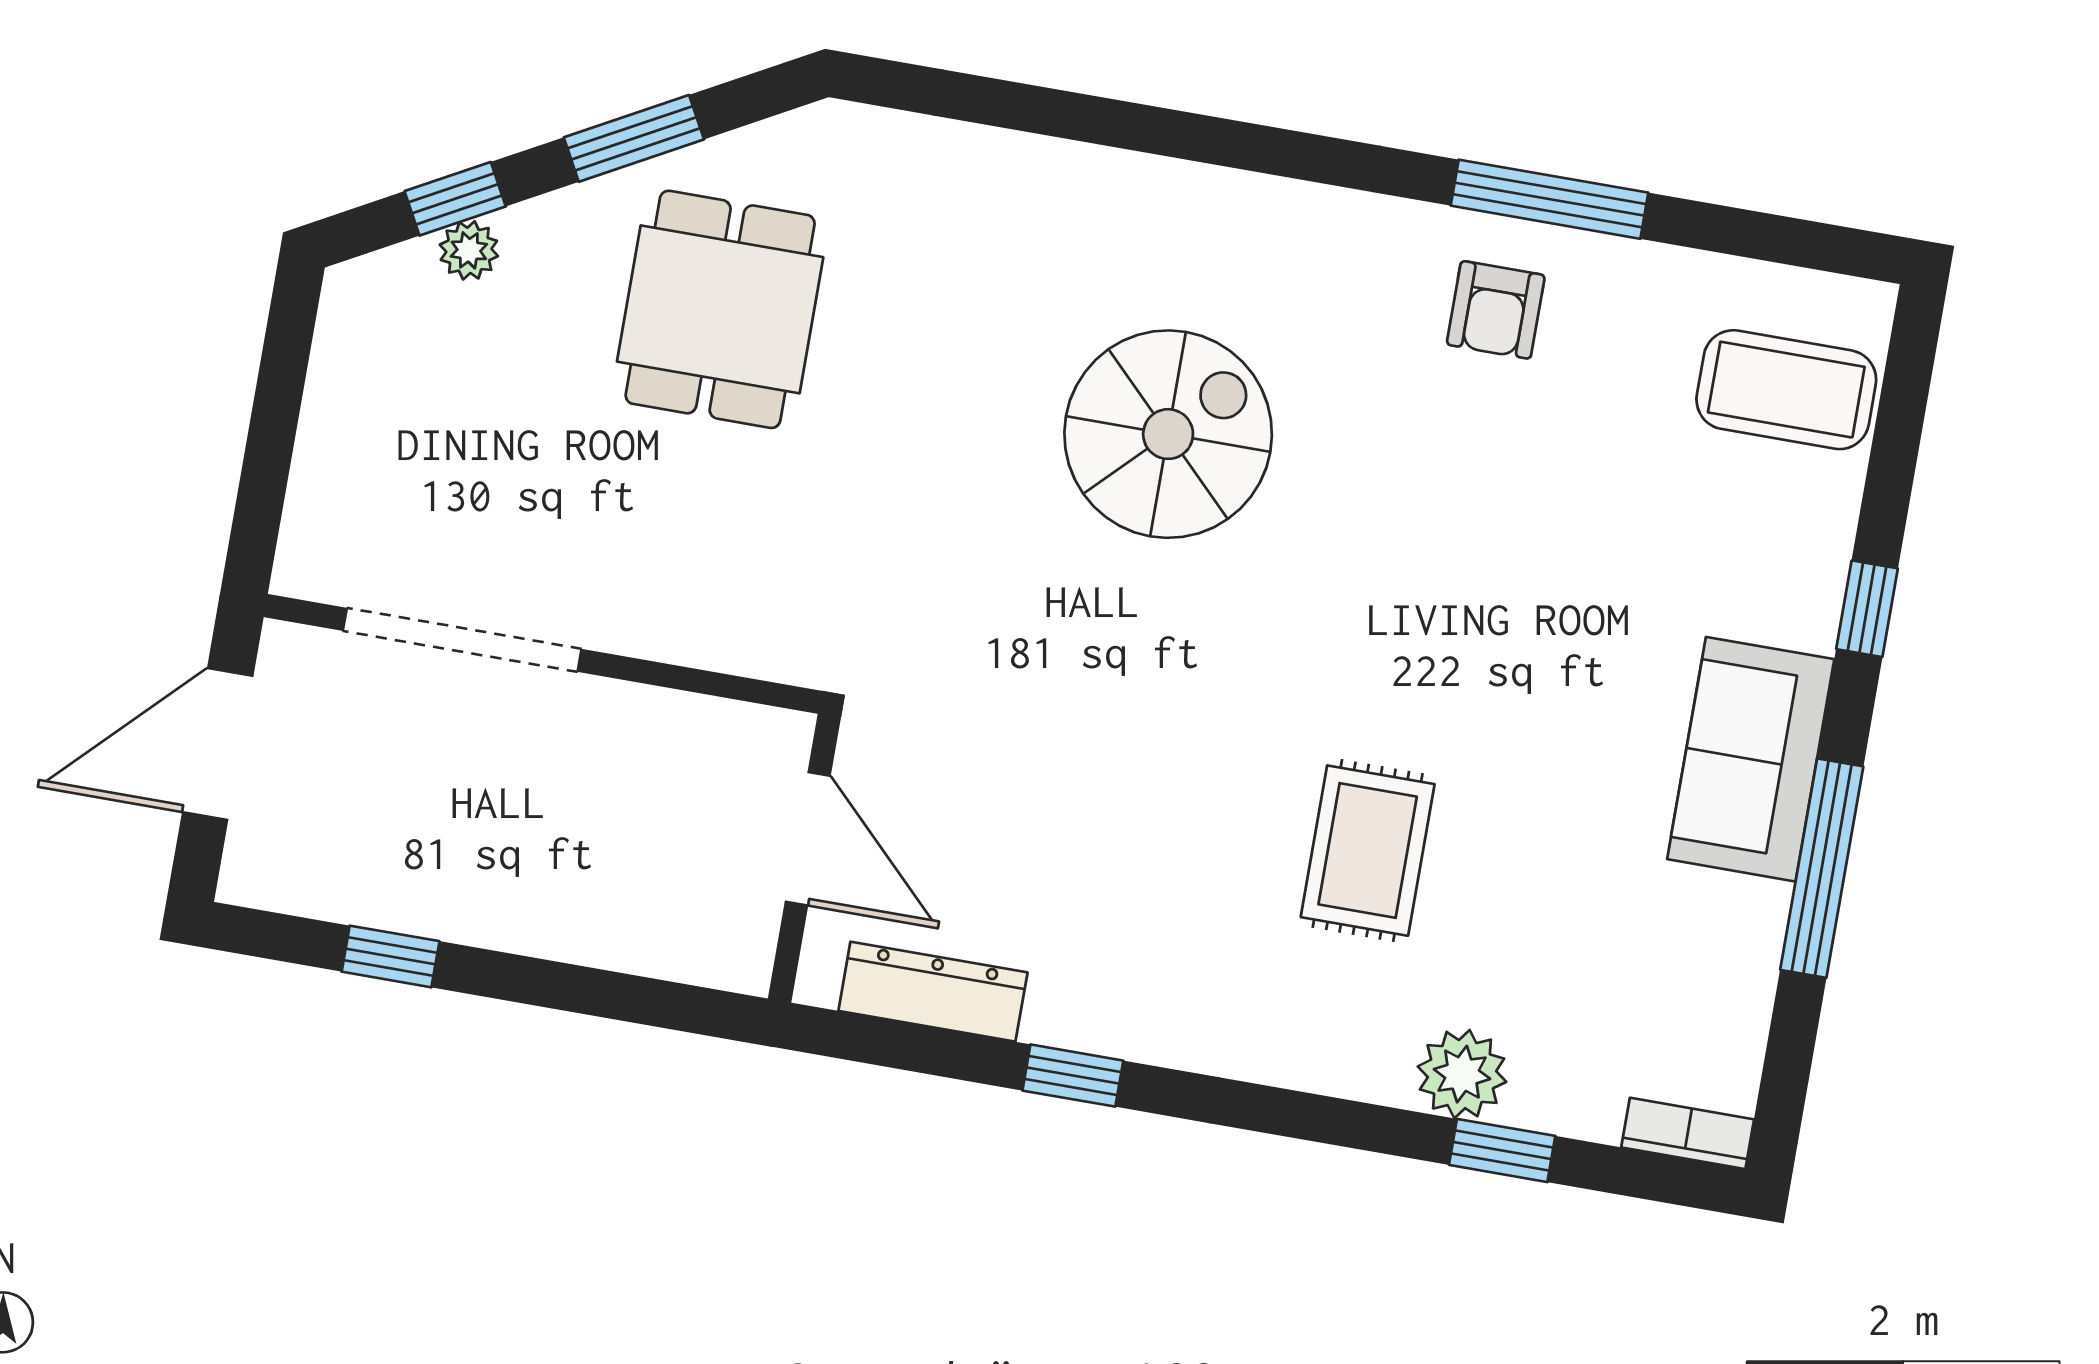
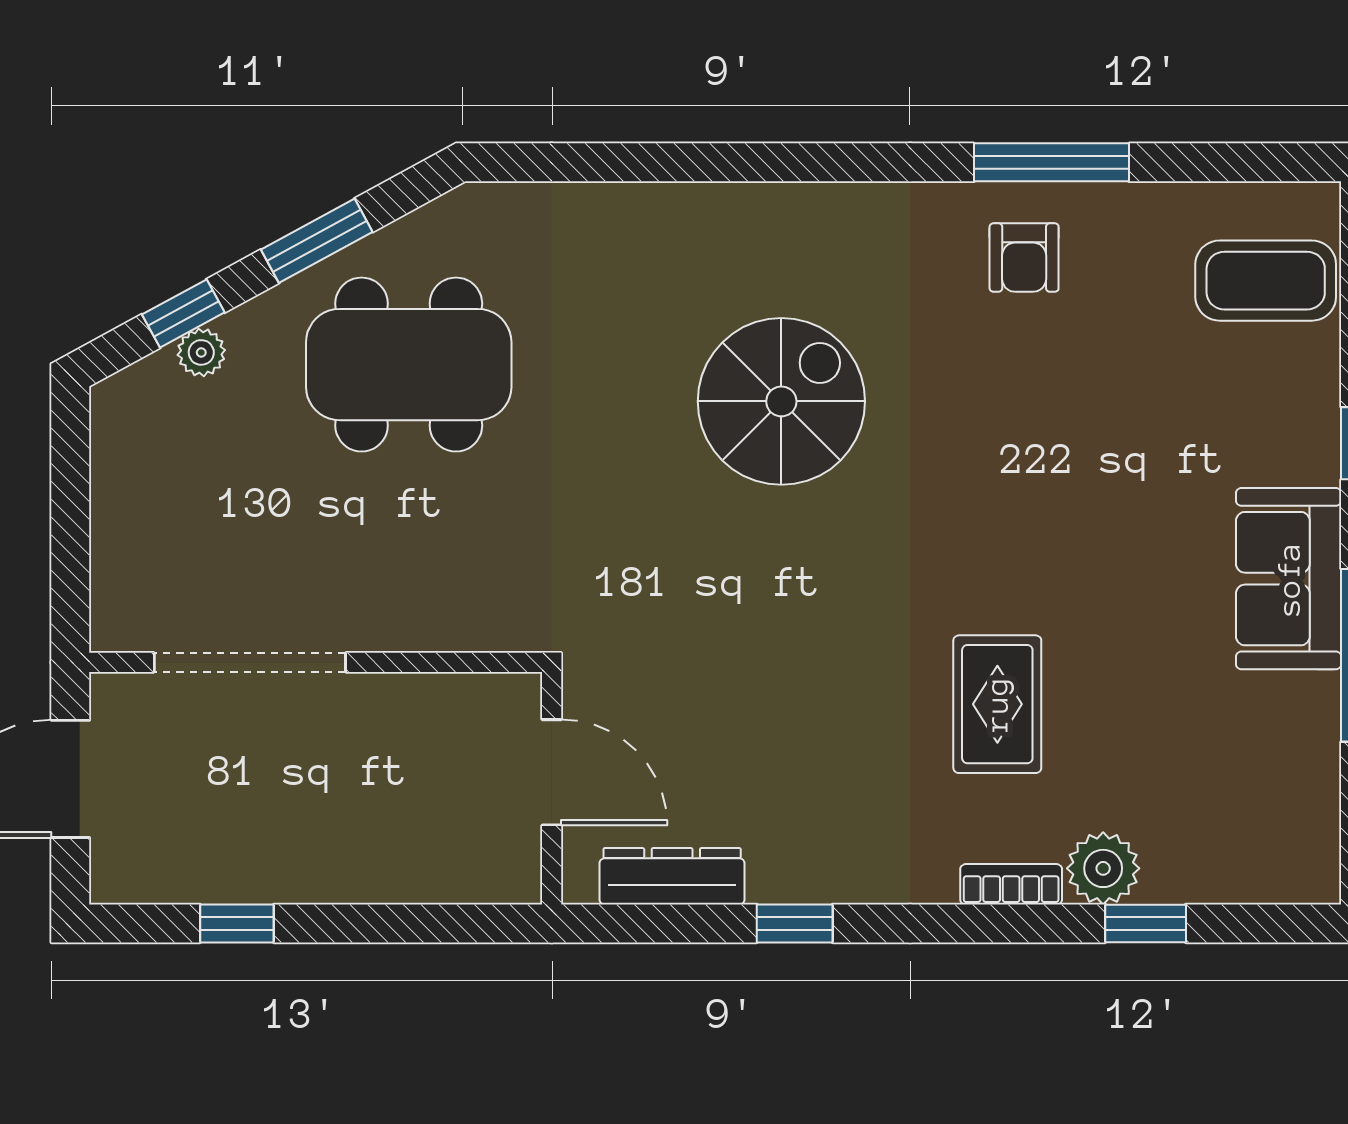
dining table: (720, 309) -> (409, 365), width x1.38
bookcase: (1688, 1133) -> (1011, 884), moved

